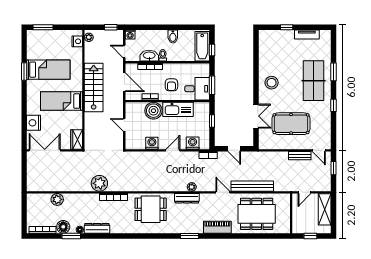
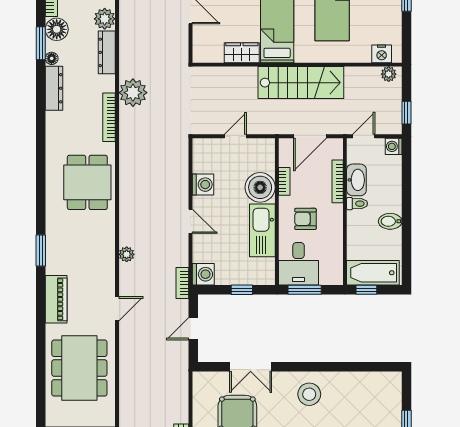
wardrobe: (77, 139) -> (242, 53), moved
washing machine: (193, 143) -> (203, 274), moved
bench: (252, 186) -> (128, 360), removed
dresser: (187, 198) -> (107, 52), moved

